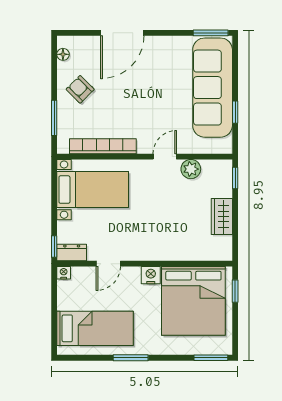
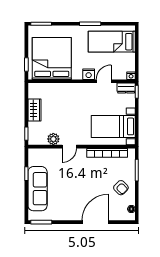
sofa: (213, 88) -> (38, 189), width x0.74, depth x0.79
nightstand: (151, 275) -> (89, 74), moved

